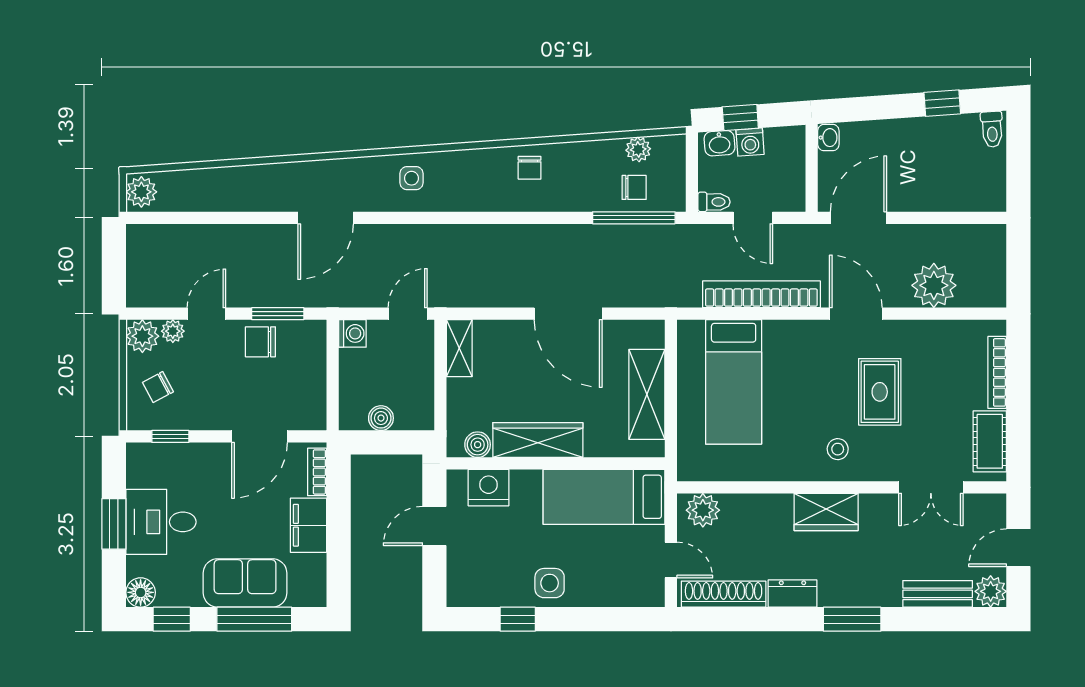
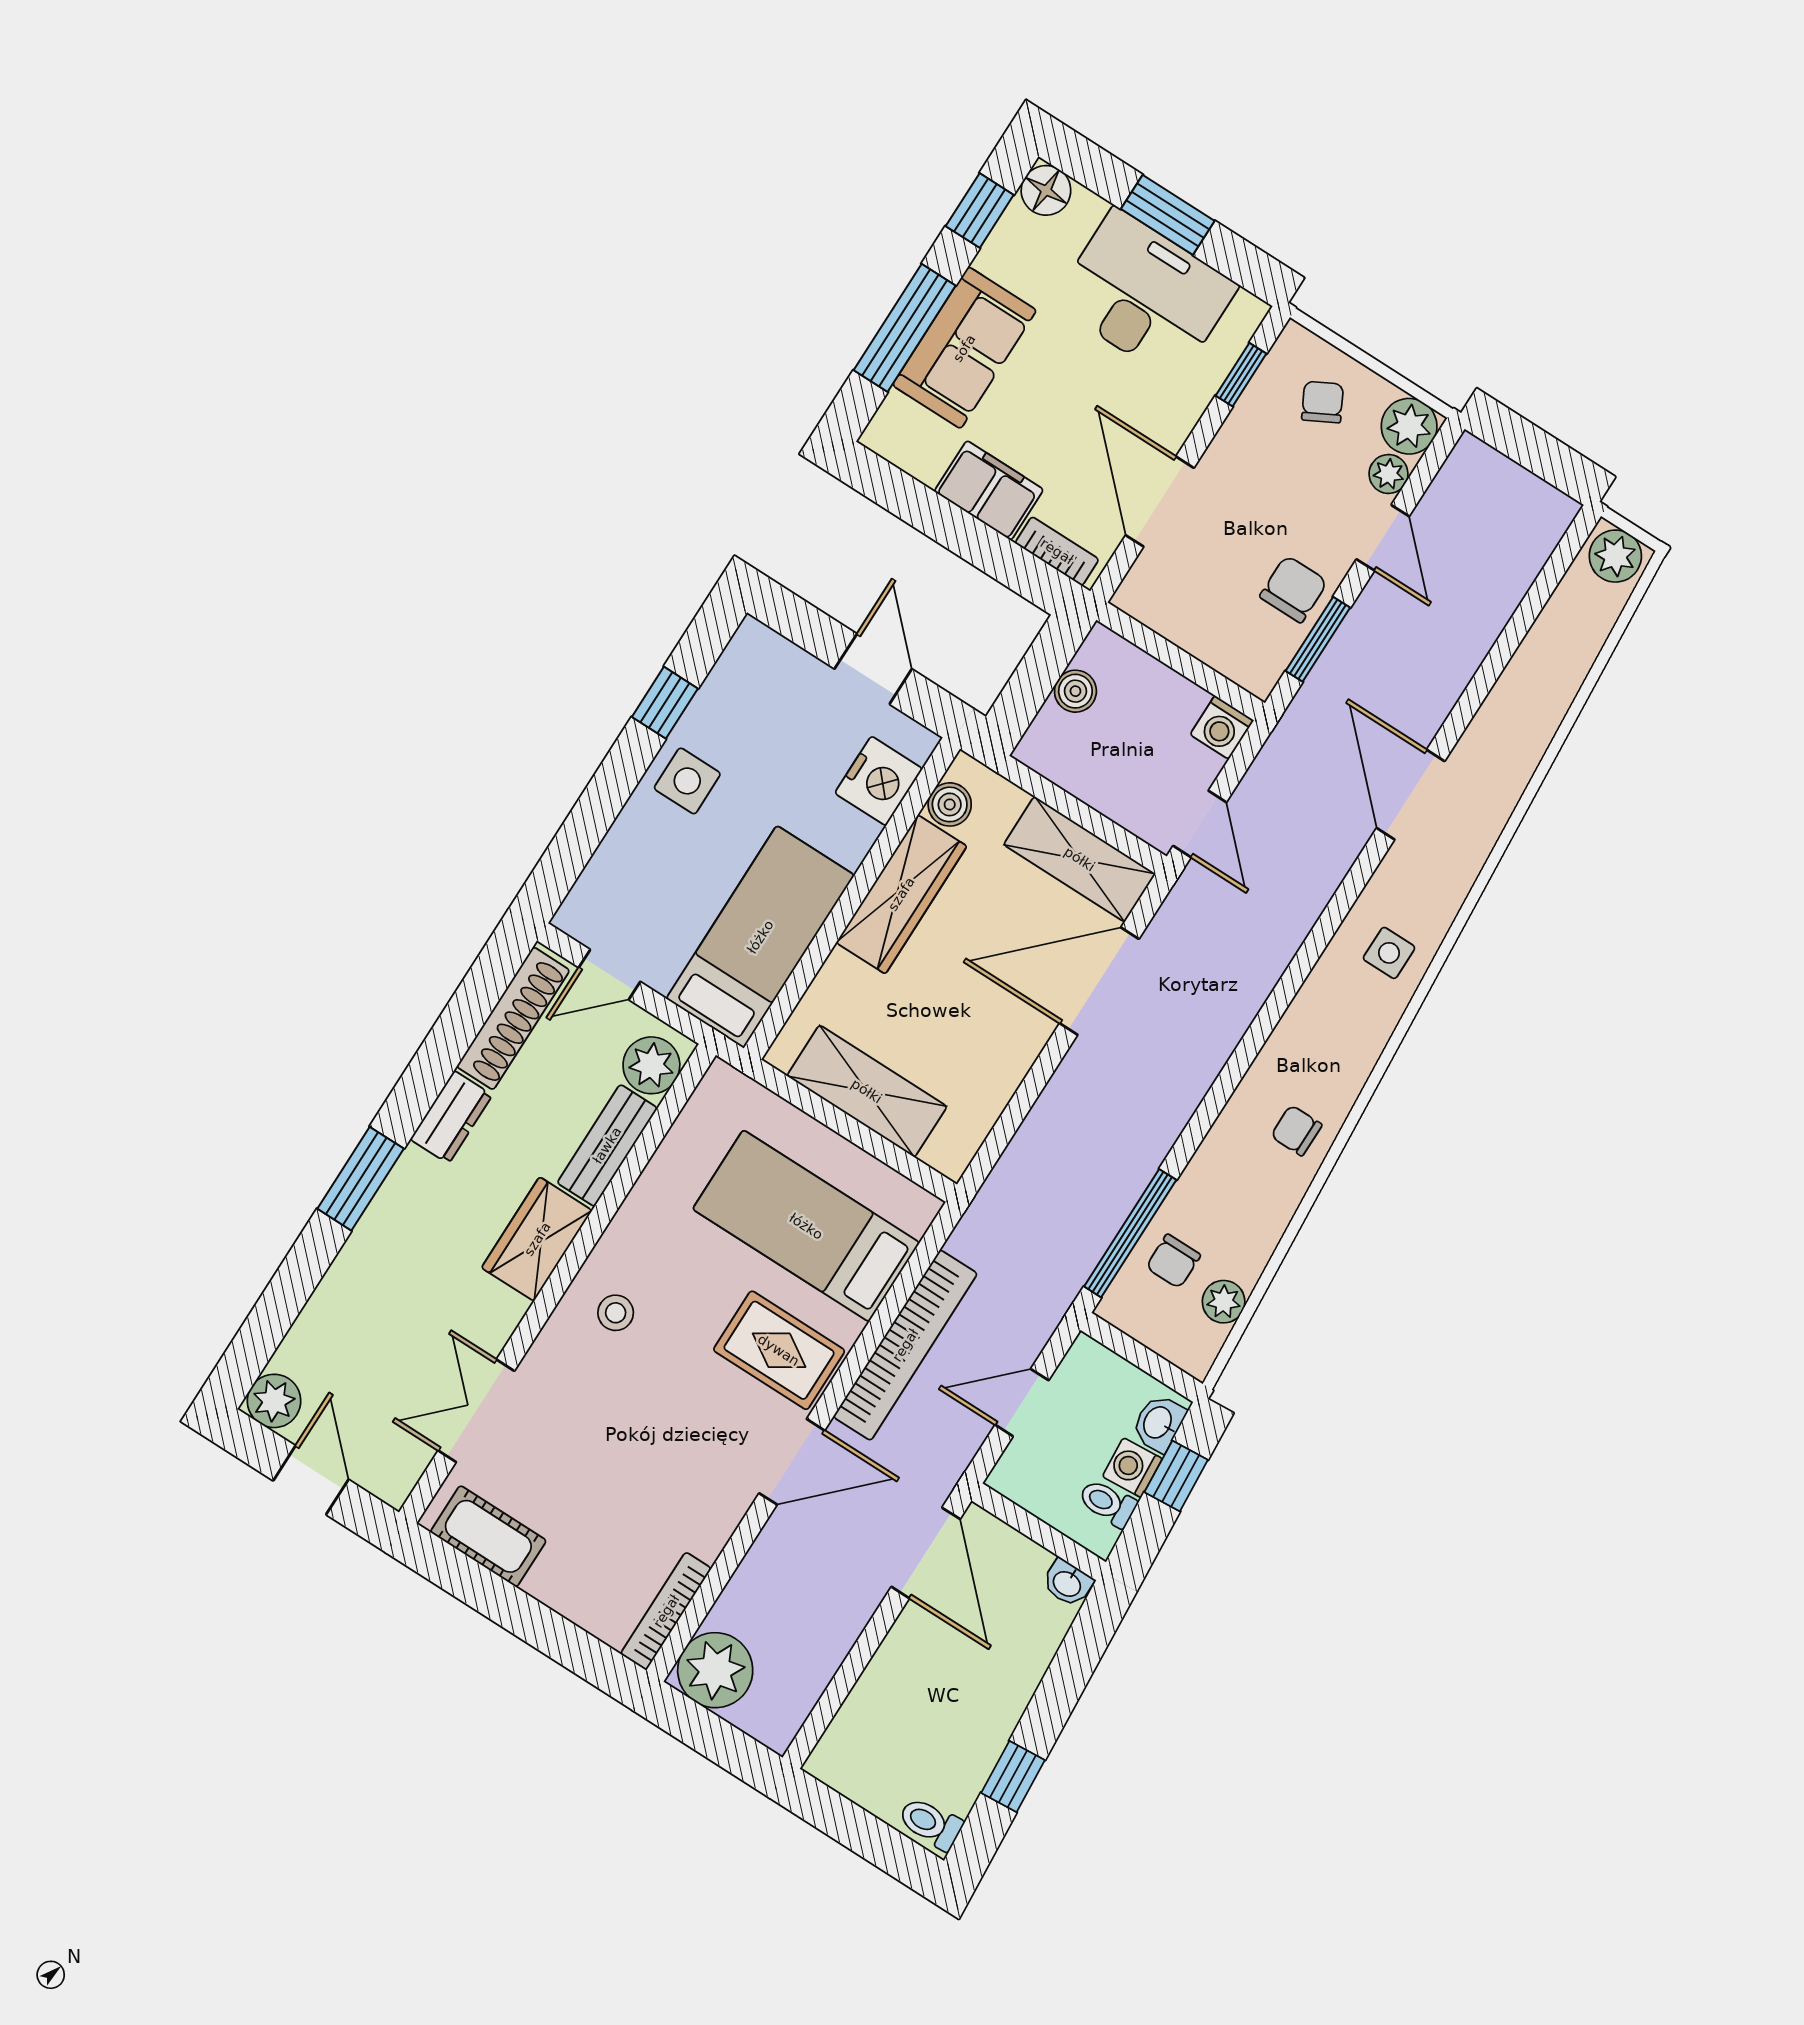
toilet: (714, 202) -> (1108, 1503), moved, turned 86
plant: (934, 285) -> (715, 1670), moved
door: (568, 314) -> (1099, 981), moved
shelving: (459, 348) -> (1080, 859), width x1.50, depth x1.33
bookcase: (997, 372) -> (666, 1611), moved, turned -90
rug: (880, 392) -> (779, 1350), moved
desk: (161, 522) -> (1145, 295), width x1.37
bench: (938, 594) -> (607, 1145), moved

